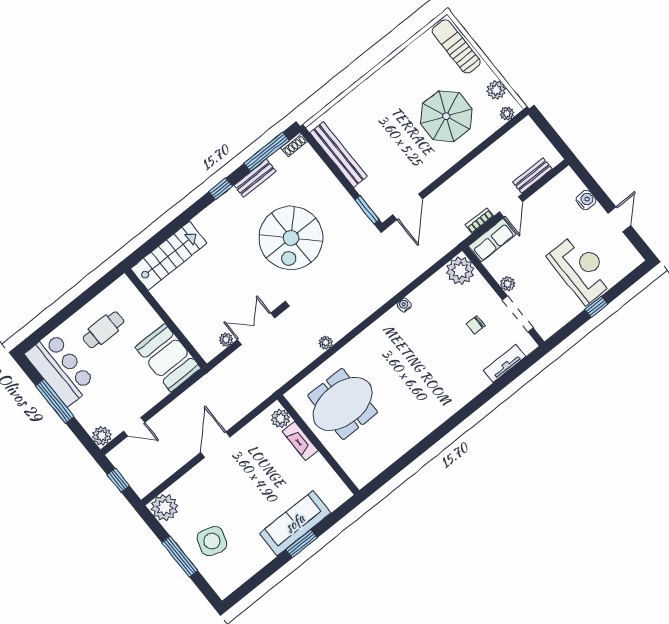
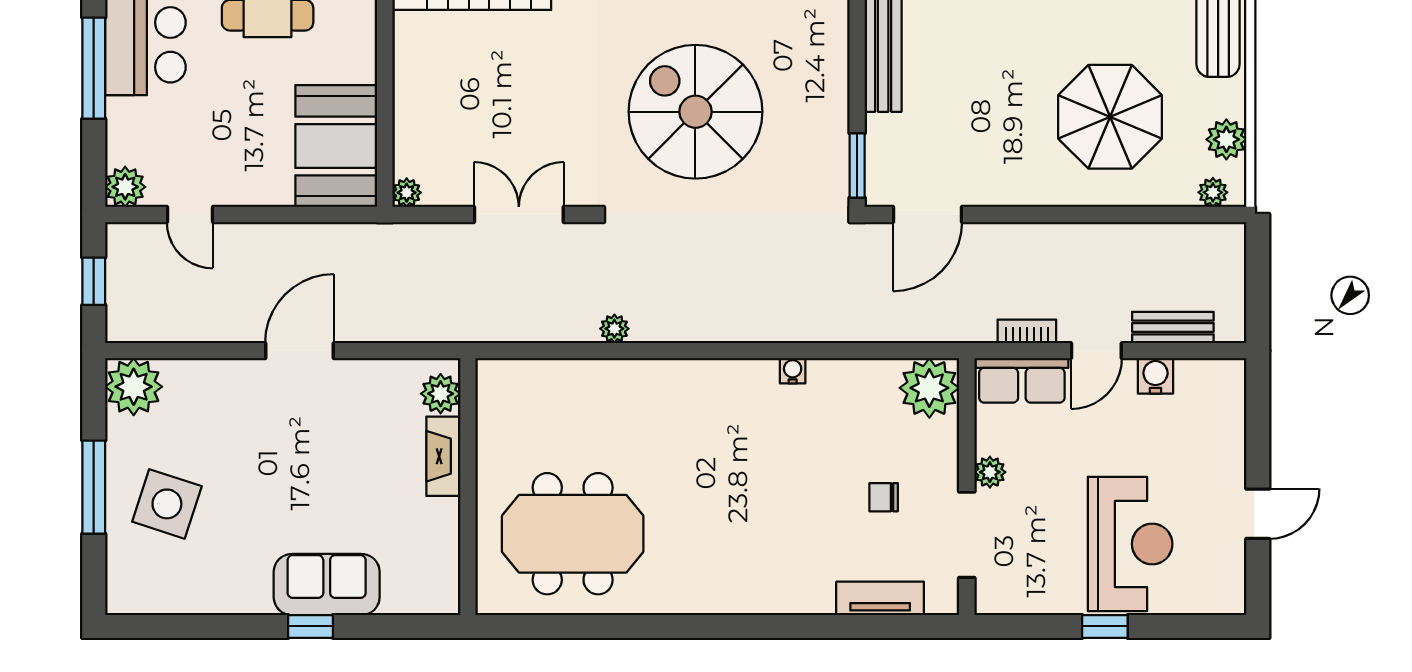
water cooler: (586, 200) -> (1155, 376), moved, turned -90
spiral stairs: (291, 238) -> (695, 112), turned 90
plant: (226, 340) -> (407, 193), moved
meeting table: (343, 404) -> (573, 534), moved
sofa: (295, 523) -> (327, 585), width x0.73
window: (302, 544) -> (310, 626), width x0.67

